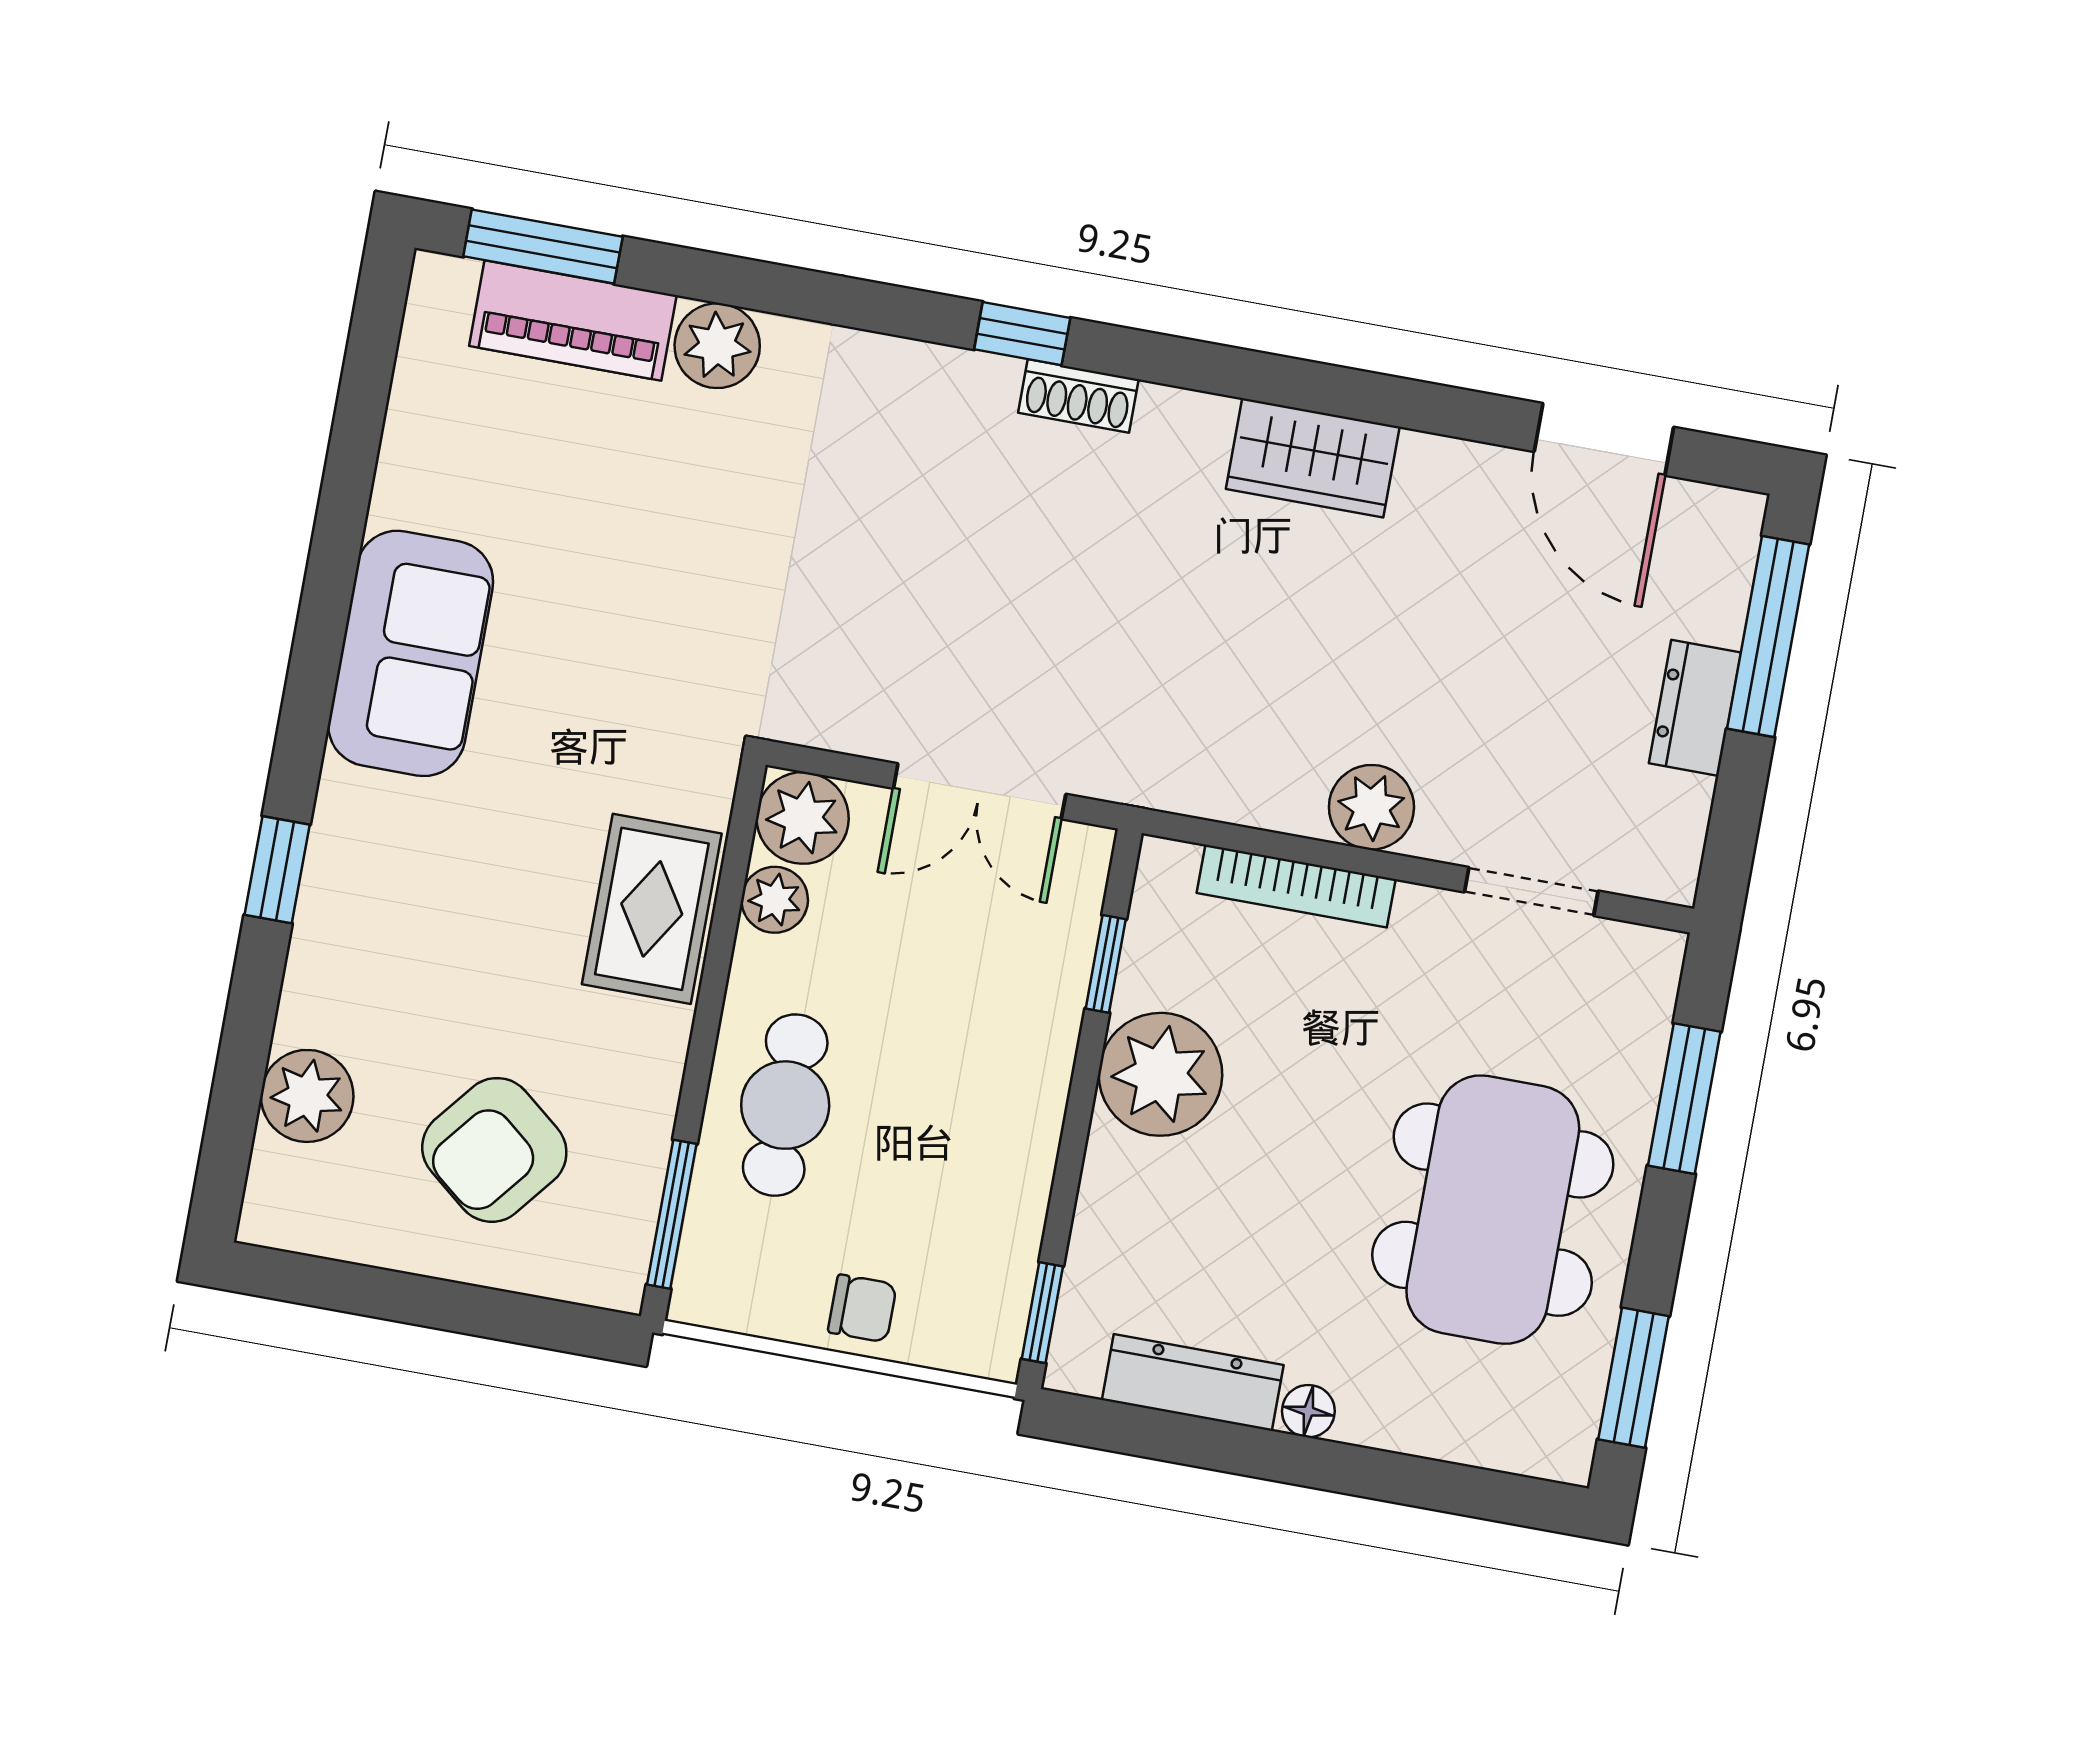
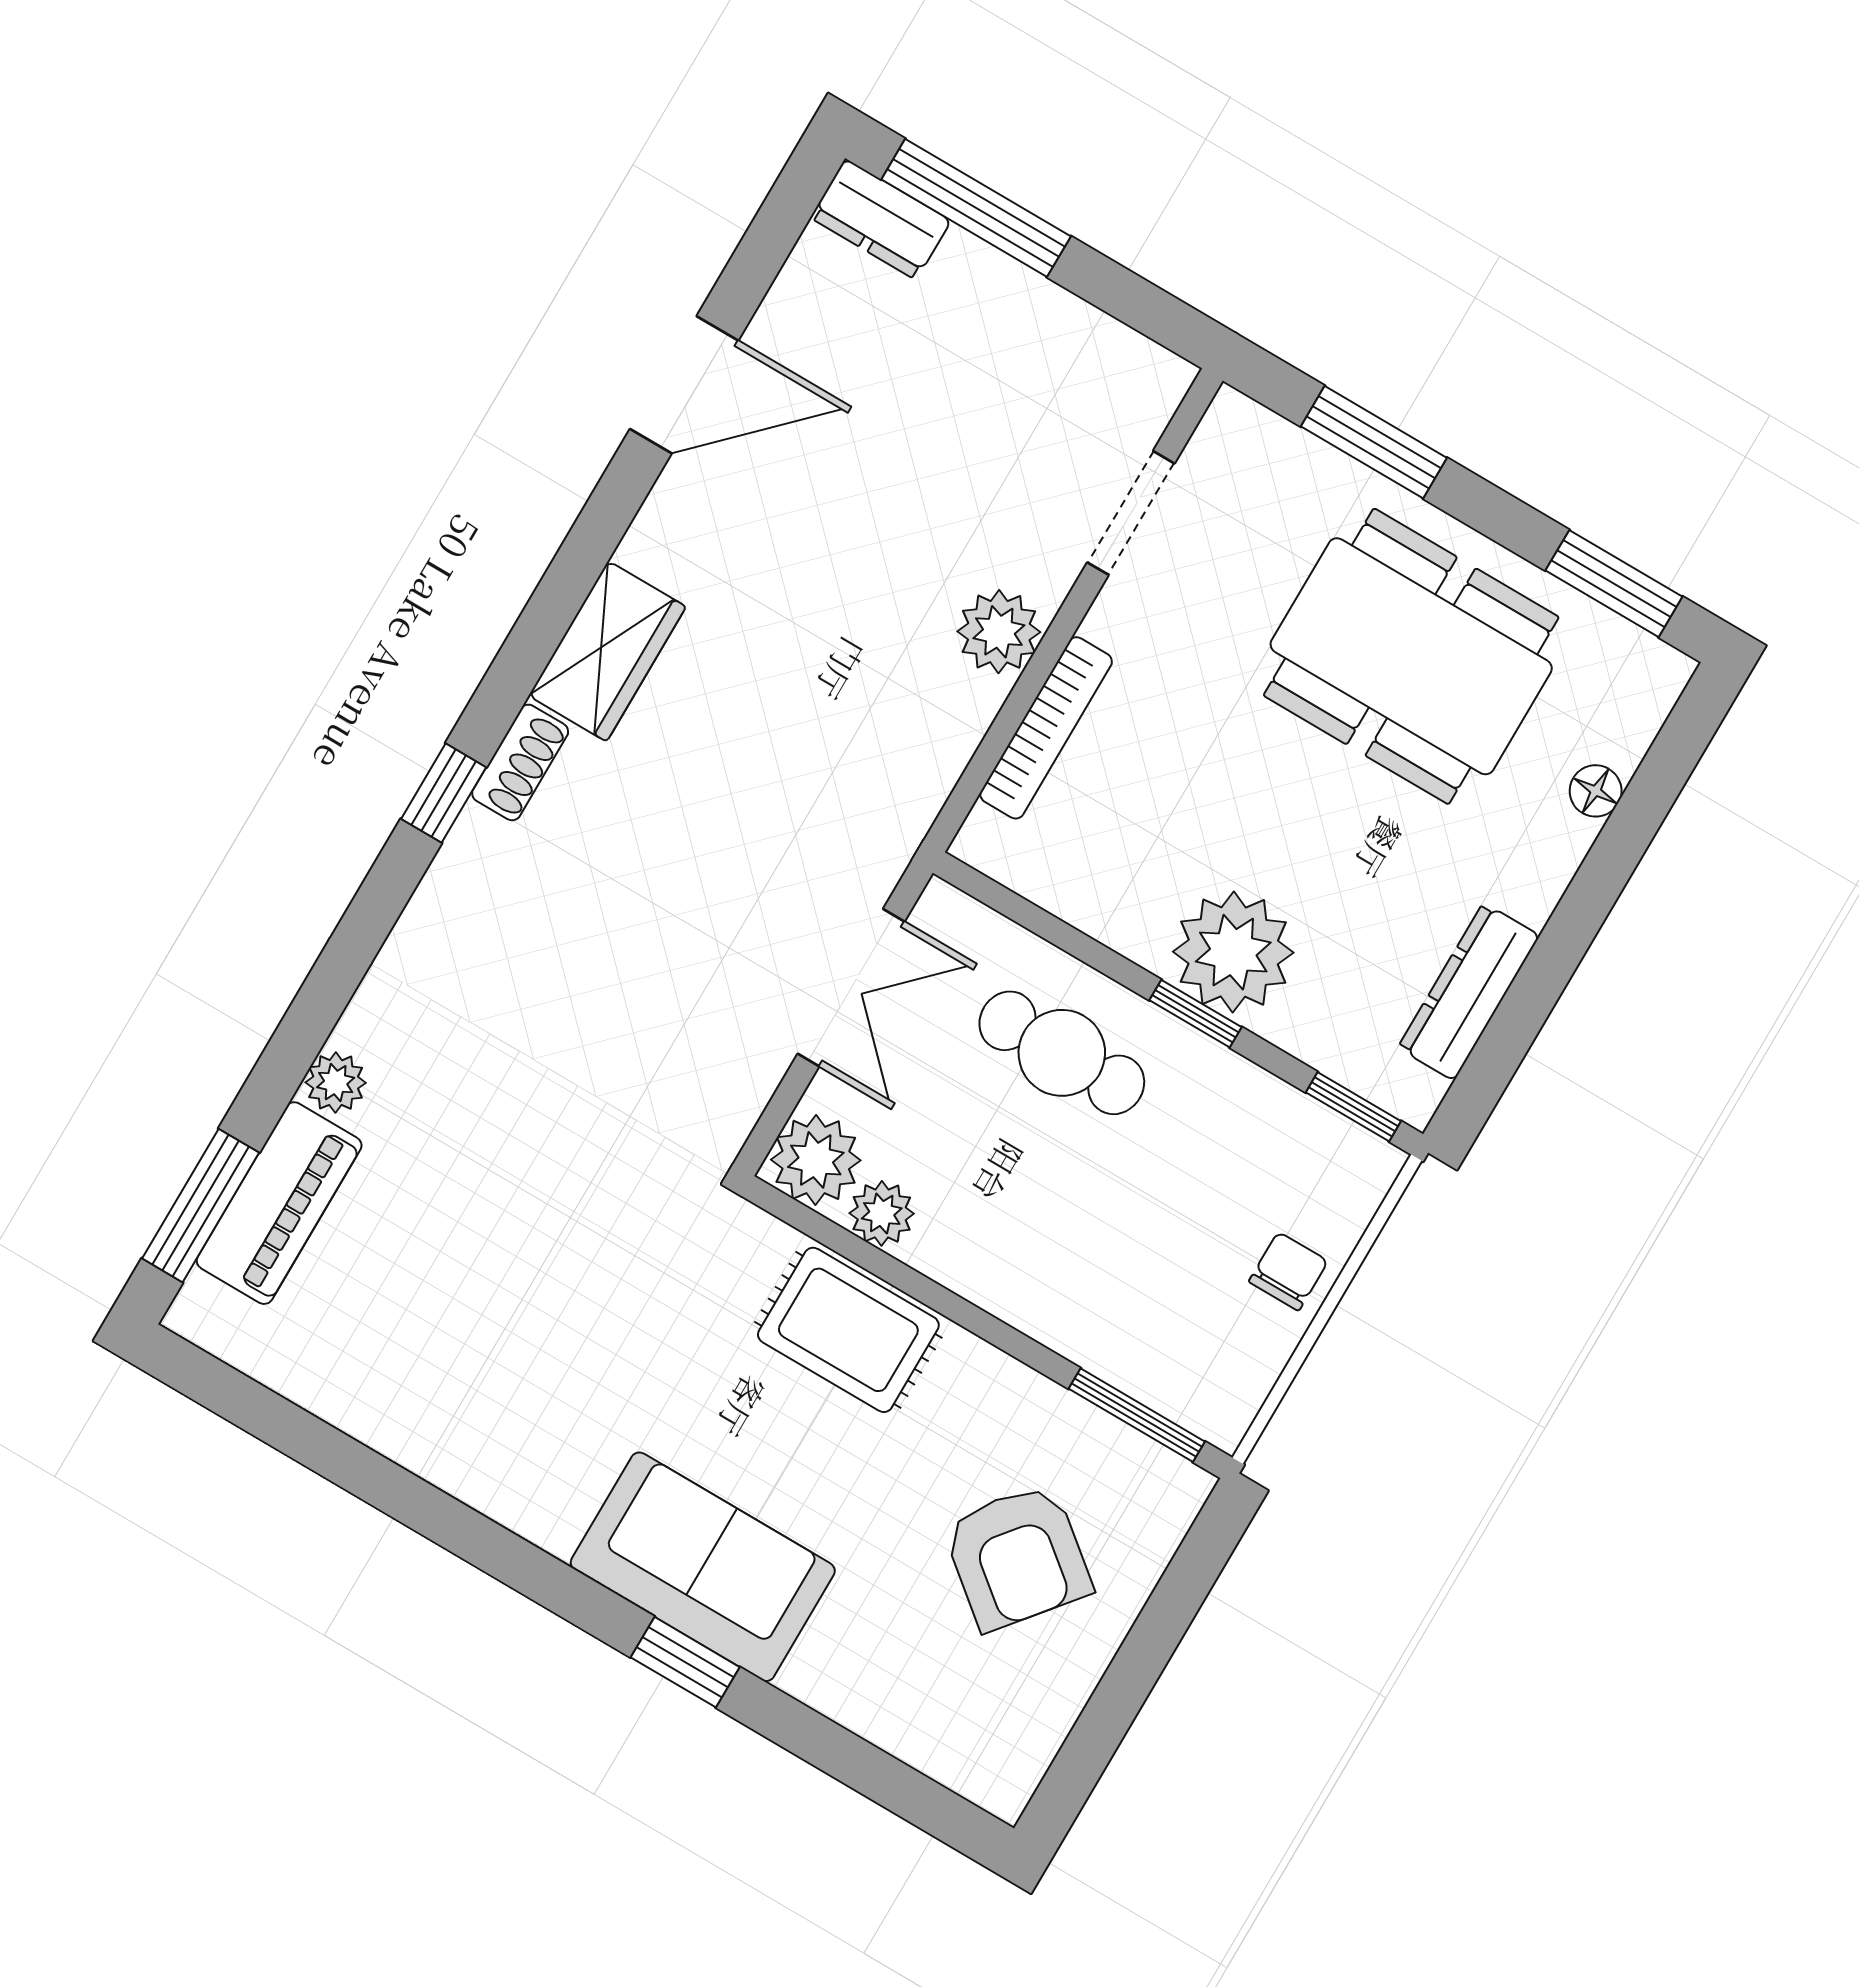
plant: (717, 346) -> (336, 1083), width x0.73, depth x0.73
door: (1604, 439) -> (684, 385), moved
wardrobe: (1313, 458) -> (607, 651), moved
sofa: (411, 653) -> (703, 1567), moved
dresser: (1695, 708) -> (881, 219), moved
window: (1106, 964) -> (1195, 1014), moved
plant: (1160, 1074) -> (1233, 952), moved
plant: (307, 1096) -> (904, 1711), removed
cafe table: (785, 1105) -> (1062, 1053), moved
floor lamp: (1308, 1411) -> (1596, 791), moved

